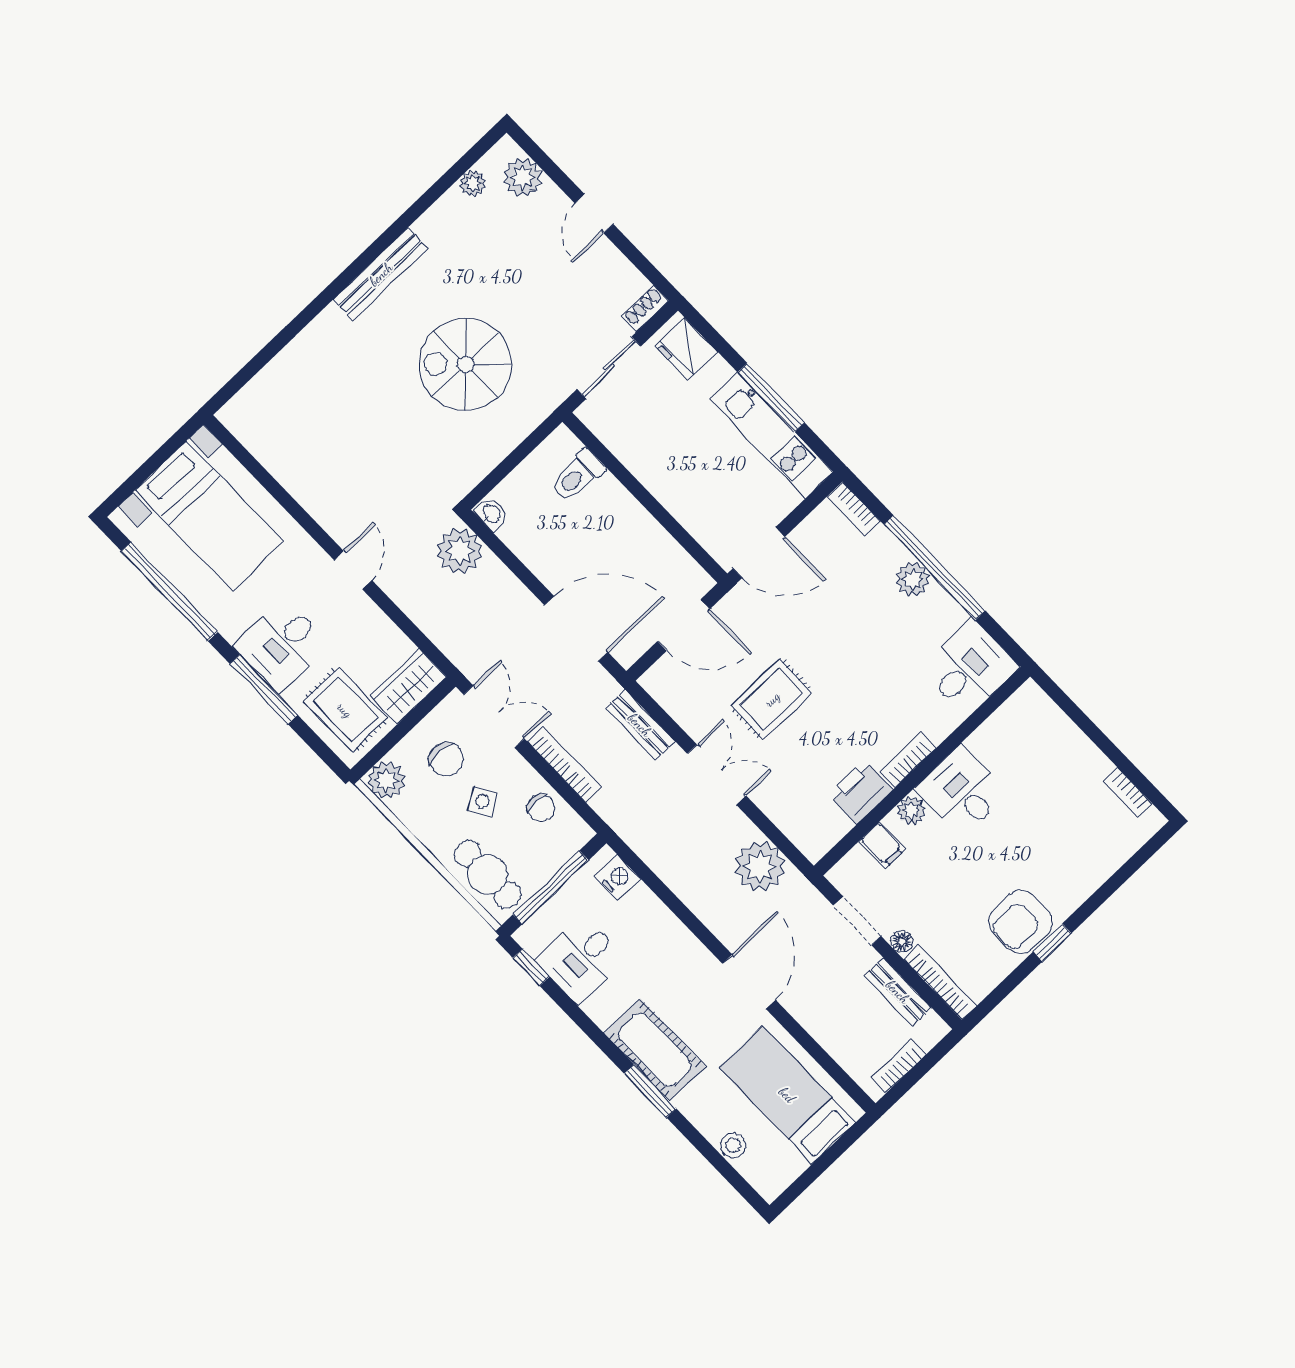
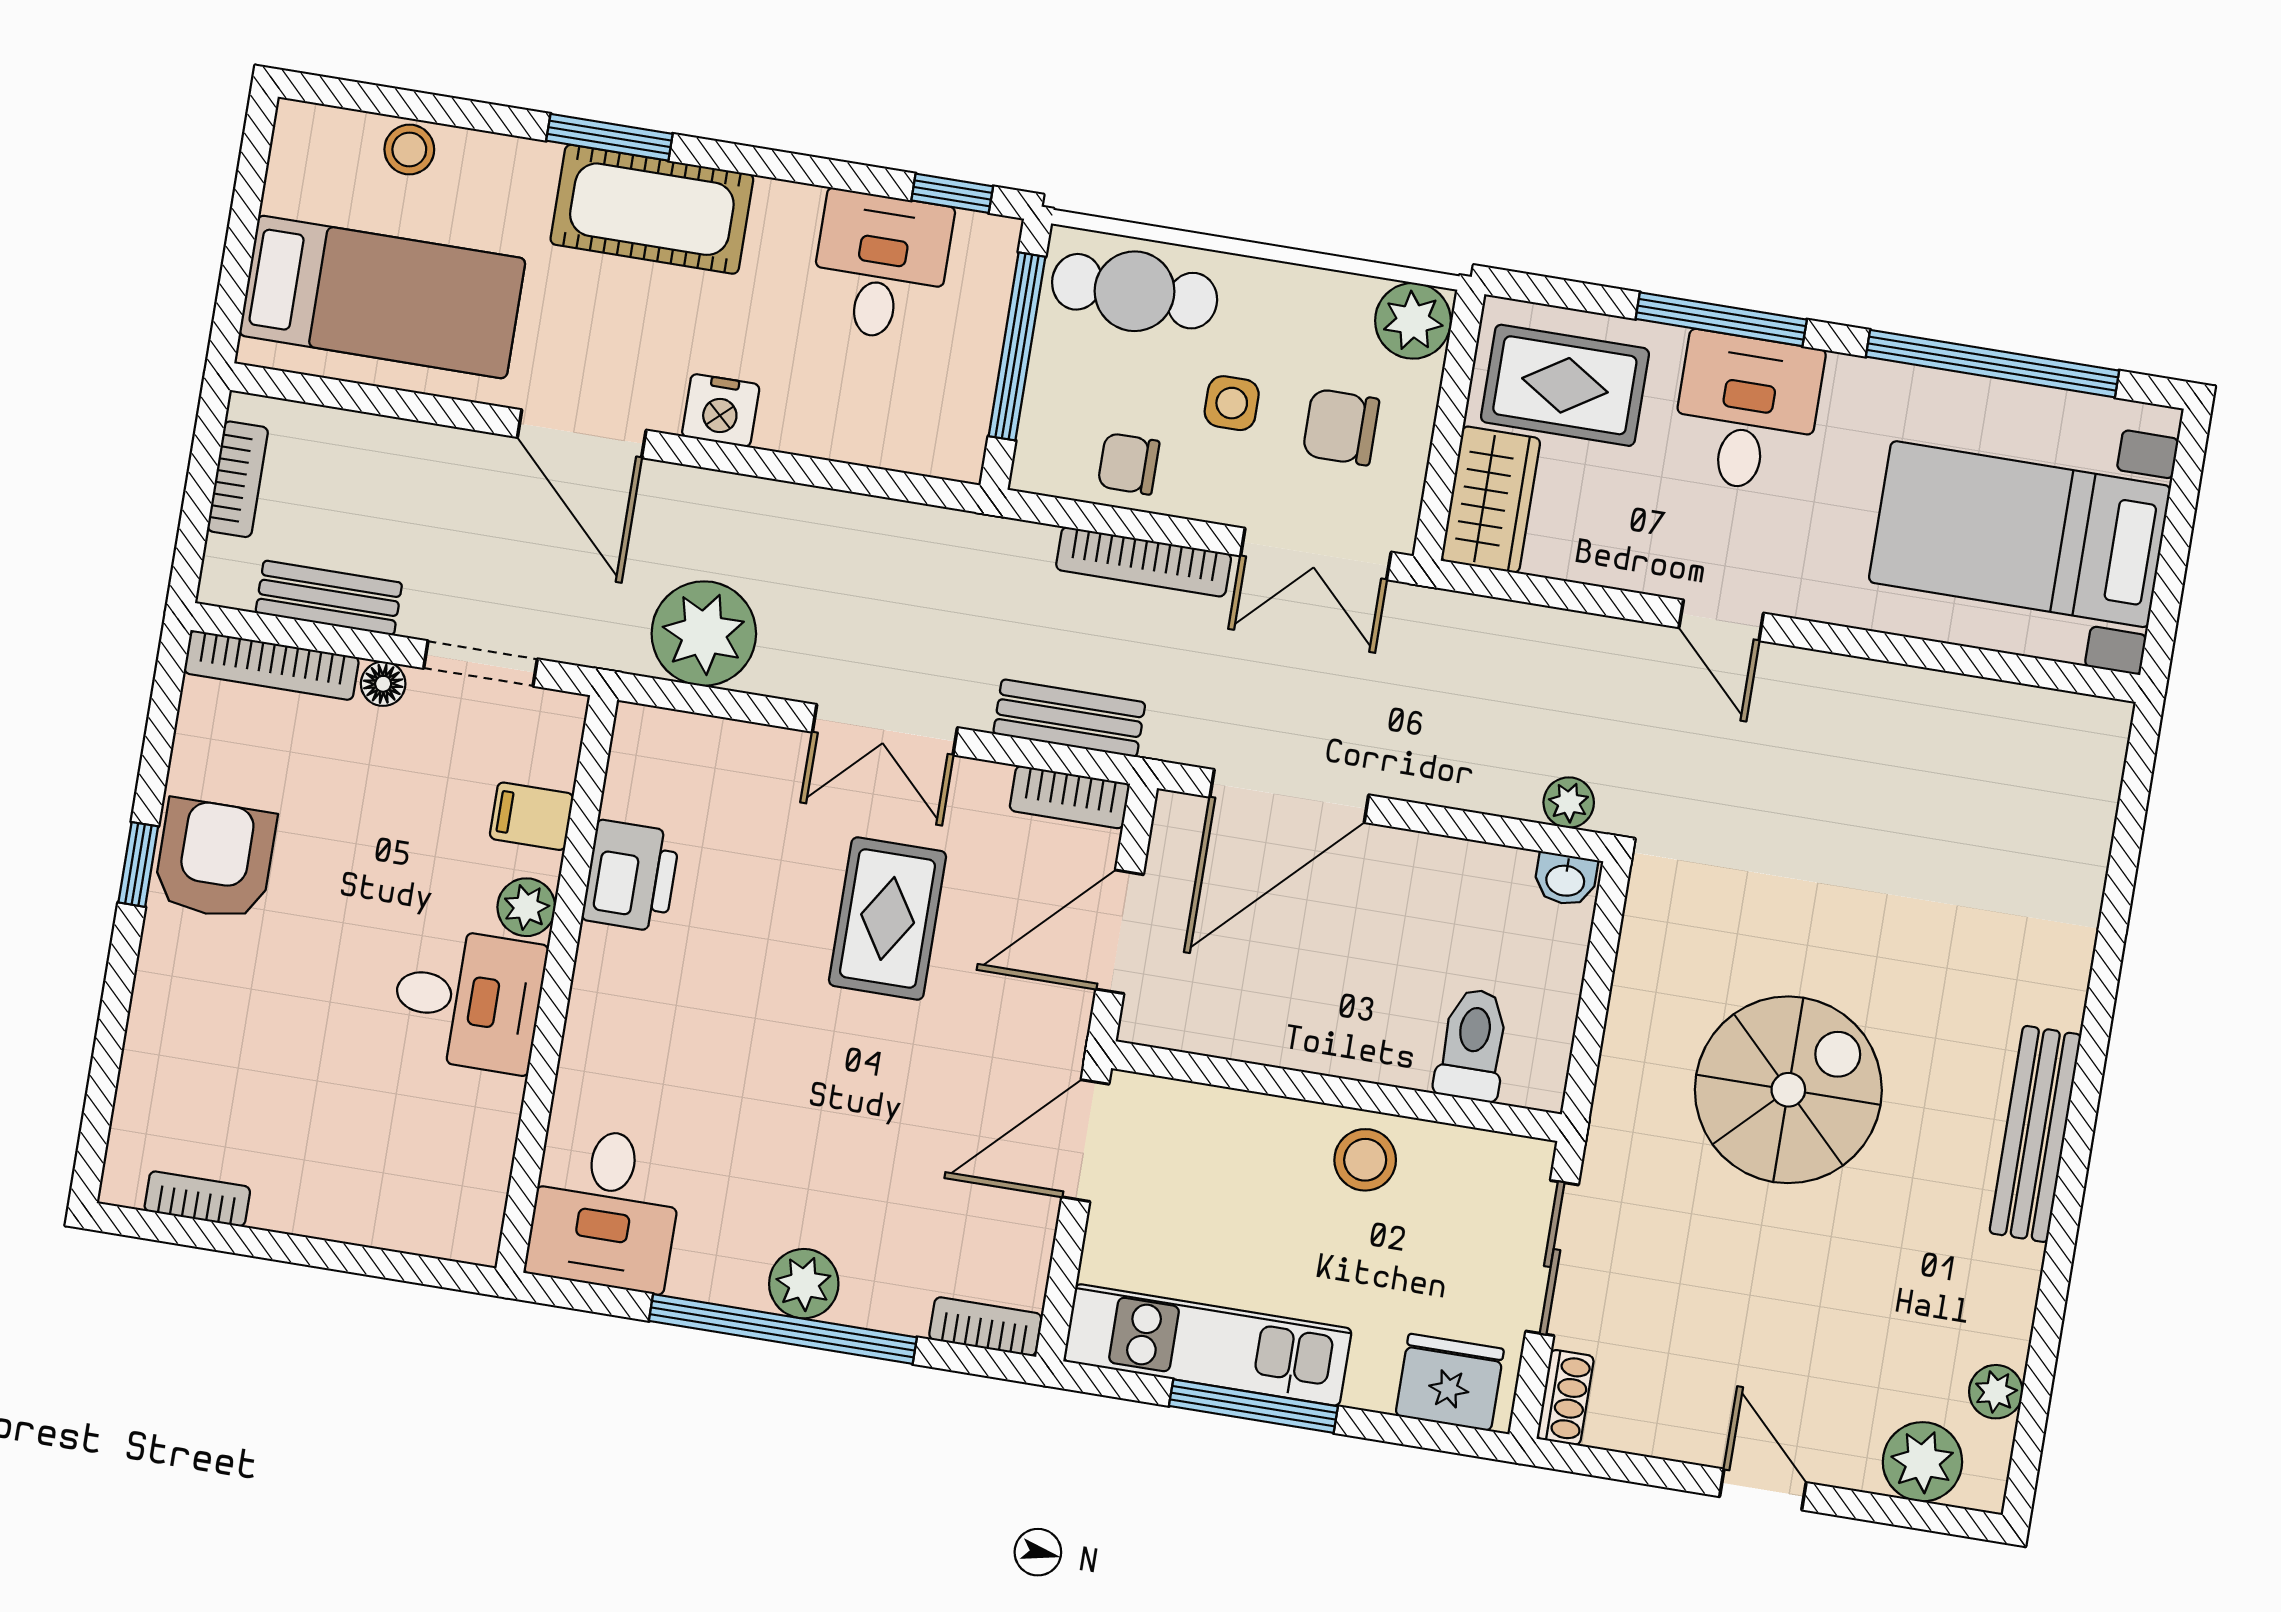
stool: (654, 462) -> (1365, 1160), added
plant: (460, 551) -> (1569, 803), width x0.53, depth x0.53
bookcase: (908, 760) -> (1070, 797), moved, turned 90
side table: (482, 801) -> (1232, 403), turned 31
nightstand: (618, 878) -> (721, 410), moved

